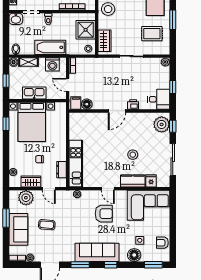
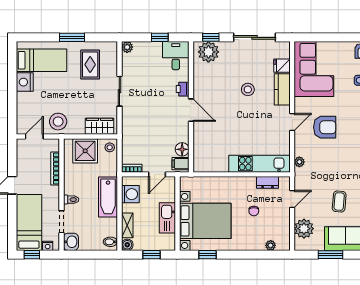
wardrobe: (31, 181) -> (283, 222), removed
armchair: (104, 214) -> (325, 127), turned 90

